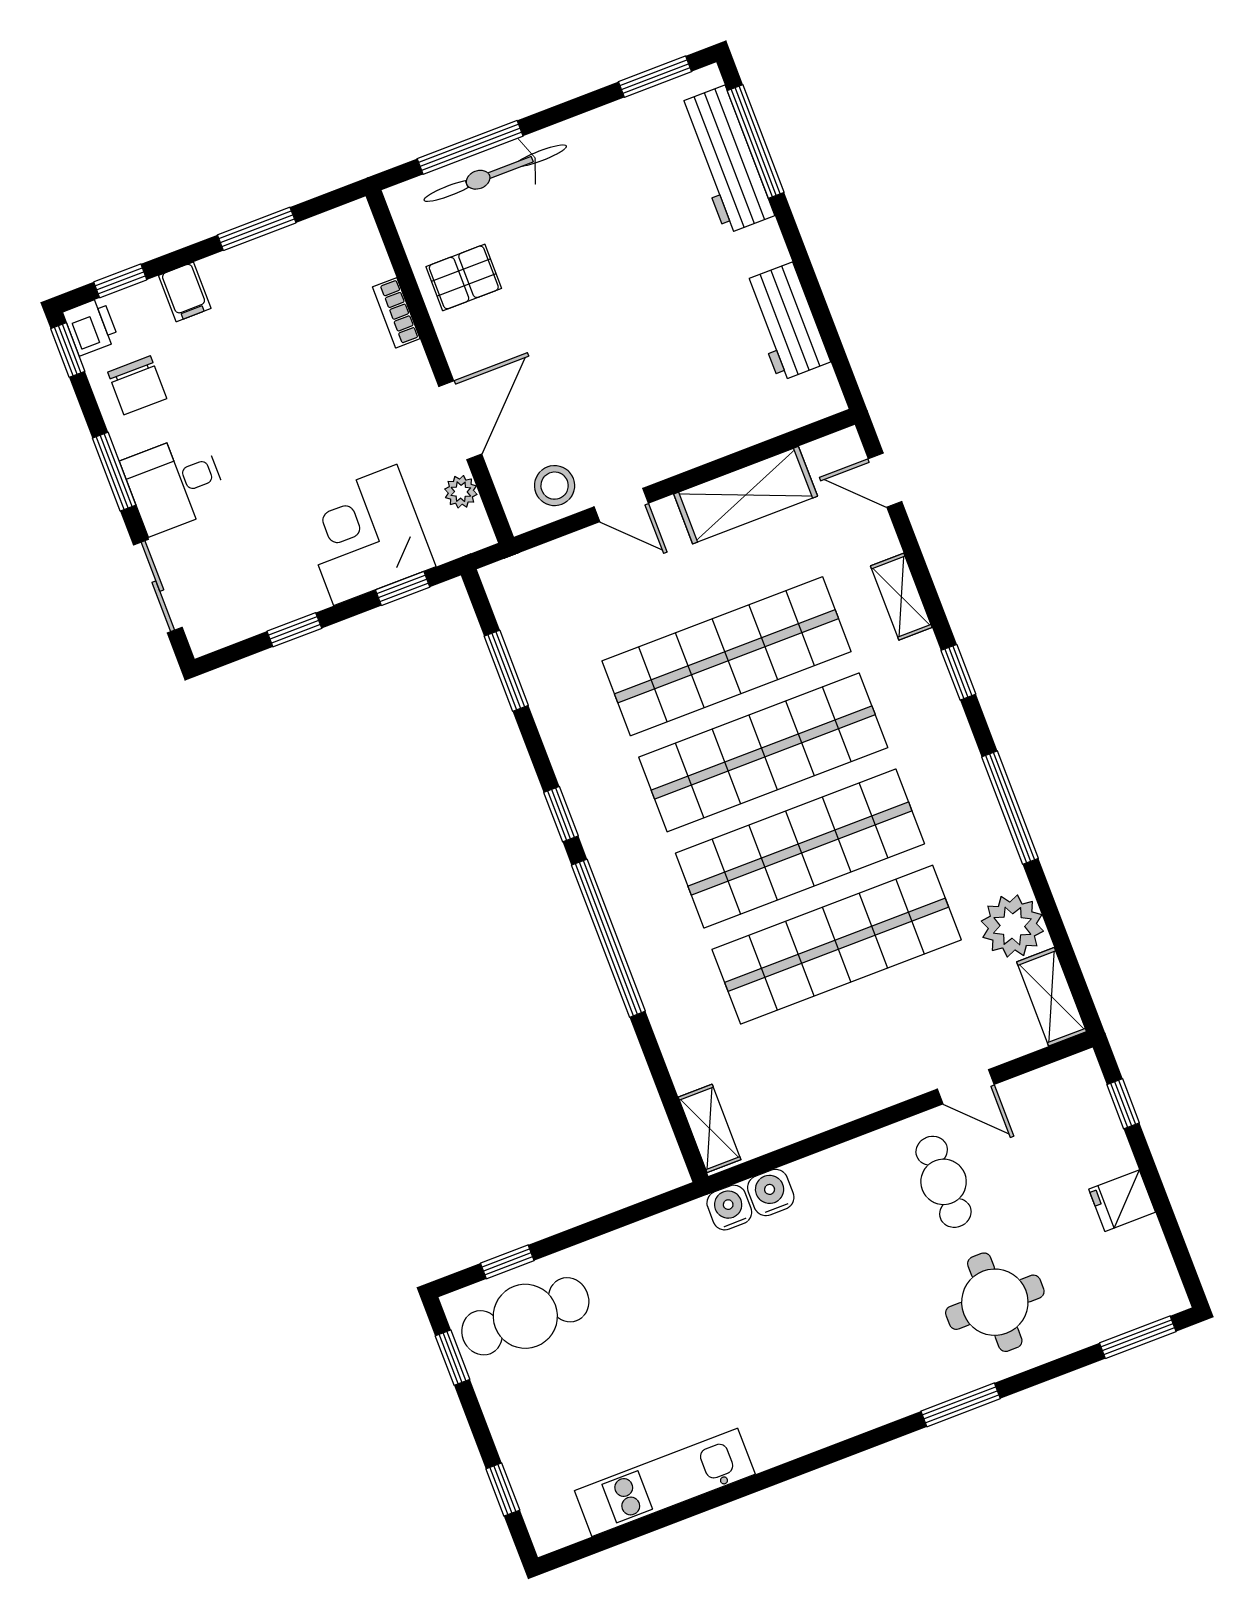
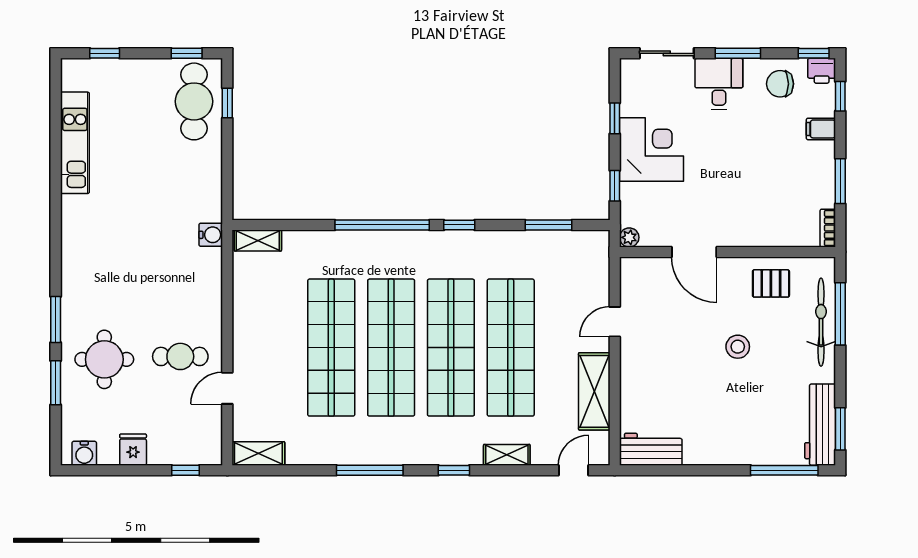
workbench: (725, 160) -> (820, 425), moved, turned -90
pallet: (464, 277) -> (771, 283), turned 90
bookcase: (396, 313) -> (828, 228), moved, turned -90
workbench: (786, 322) -> (651, 449), moved
stool: (555, 486) -> (738, 347), moved
plant: (461, 492) -> (629, 237), moved
corner desk: (365, 535) -> (651, 149), moved
plant: (1012, 926) -> (305, 447), removed
water cooler: (771, 1192) -> (84, 453), moved, turned 90
window: (1138, 1337) -> (56, 383), moved

